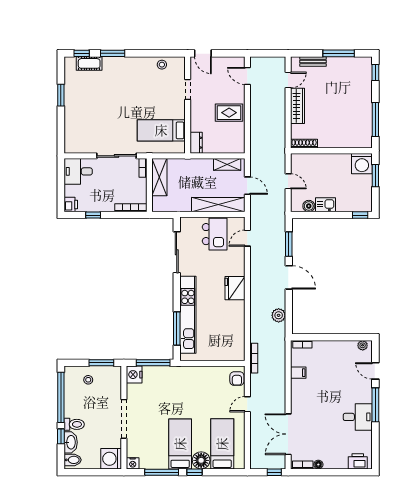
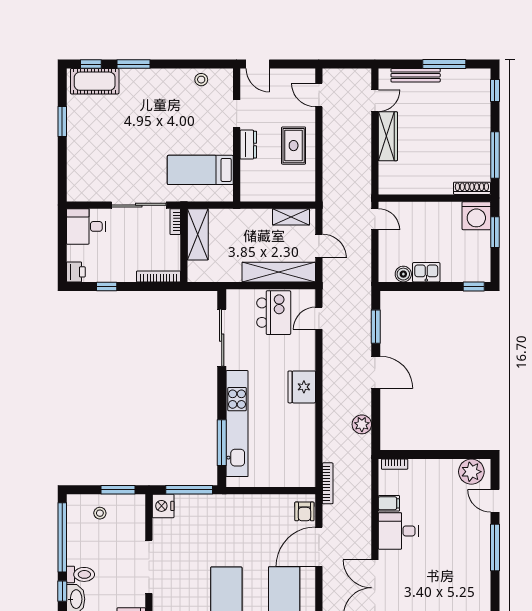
bench: (313, 62) -> (416, 75), width x1.36
cot: (89, 63) -> (95, 81), width x1.37, depth x1.34
rug: (229, 113) -> (294, 146), turned 90
dresser: (196, 143) -> (248, 145), moved
shoe rack: (304, 144) -> (472, 188), moved
door: (288, 181) -> (375, 219), moved
plant: (363, 345) -> (471, 472), width x1.88, depth x1.88
door: (247, 404) -> (319, 547), width x1.88
desk: (358, 417) -> (398, 531), moved, turned 180

